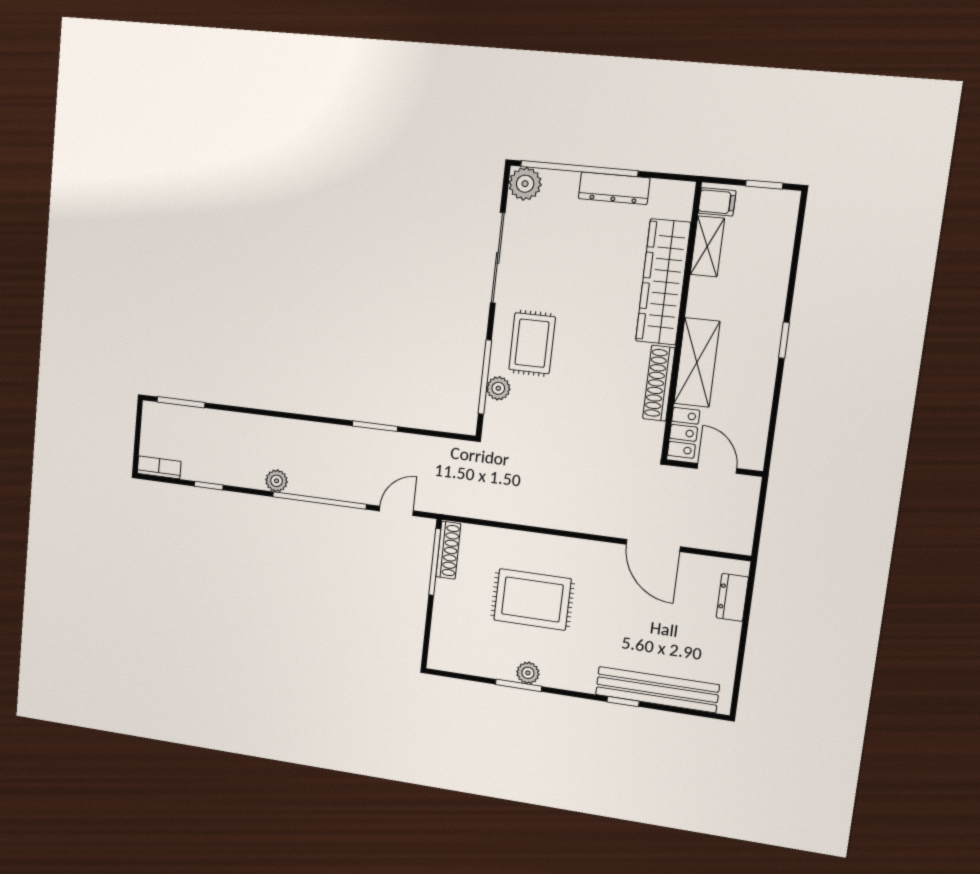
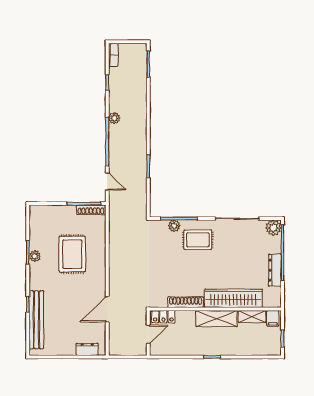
shelving: (697, 363) -> (217, 319), moved

